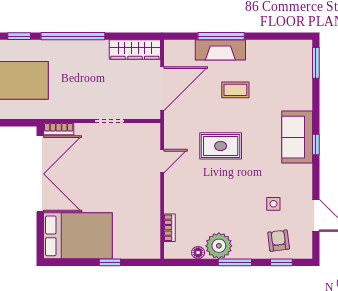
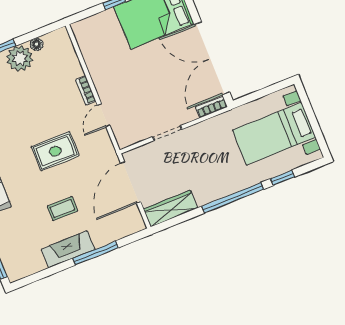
fireplace: (220, 50) -> (68, 249), moved
bookcase: (169, 228) -> (86, 90), moved

